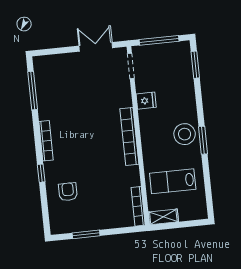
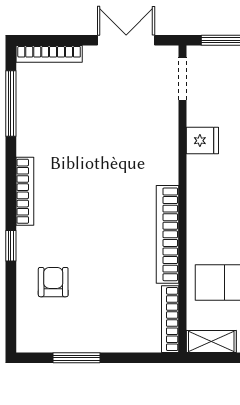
bookcase: (52, 59) -> (49, 54), added
bookcase: (129, 136) -> (168, 234), moved

